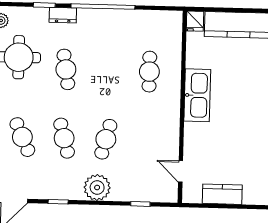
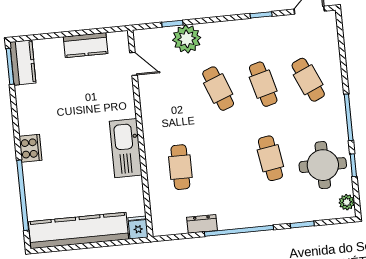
dresser: (63, 15) -> (202, 224), moved
cafe table: (106, 139) -> (218, 89), turned -36
plant: (97, 187) -> (187, 39), moved

